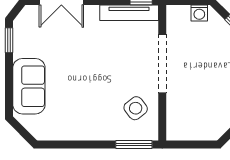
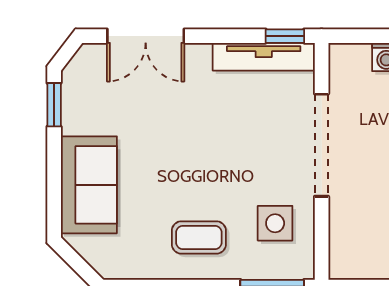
side table: (136, 108) -> (275, 223), turned 38
coffee table: (92, 116) -> (199, 237), added

